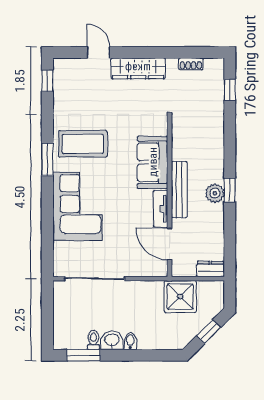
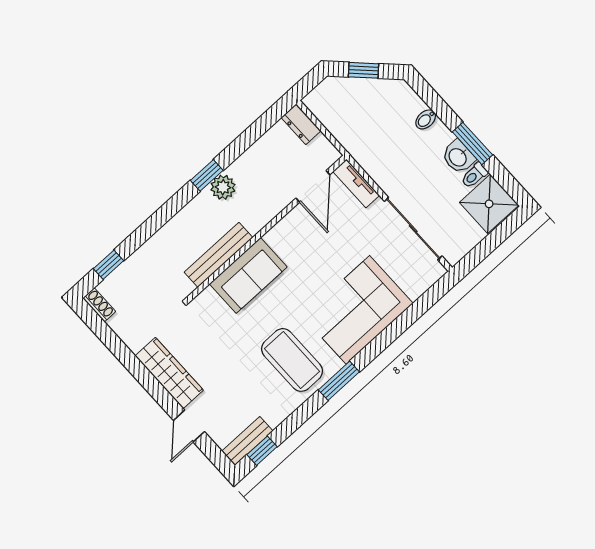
shoe rack: (191, 64) -> (99, 305), moved
bench: (60, 77) -> (247, 441), added
bench: (179, 189) -> (218, 255), moved
tv unit: (161, 209) -> (356, 183), moved, turned 90
shower: (180, 296) -> (489, 204), moved
bidet: (130, 341) -> (426, 119), moved
window: (83, 355) -> (472, 143), moved

